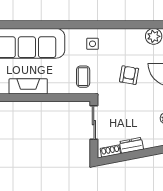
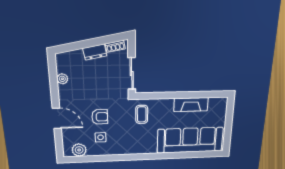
side table: (92, 44) -> (101, 137), moved
armchair: (129, 75) -> (100, 117), turned -100

